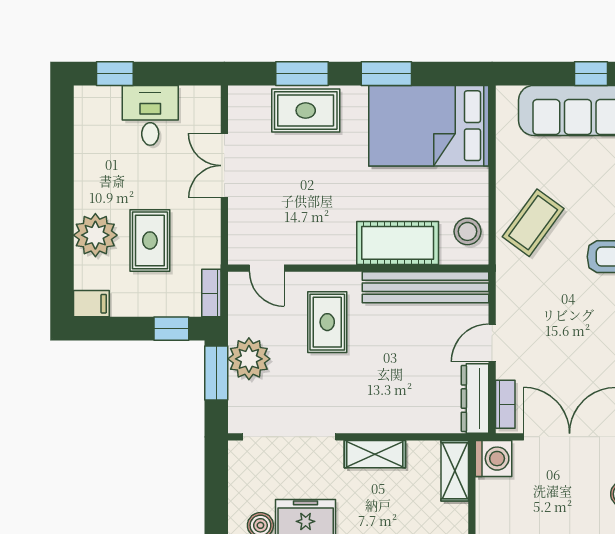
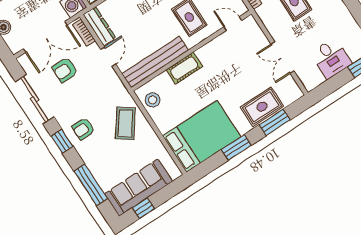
double door: (224, 166) -> (282, 58), swing flipped
cot: (398, 243) -> (184, 68), width x0.73, depth x0.75
armchair: (573, 366) -> (65, 70), added

